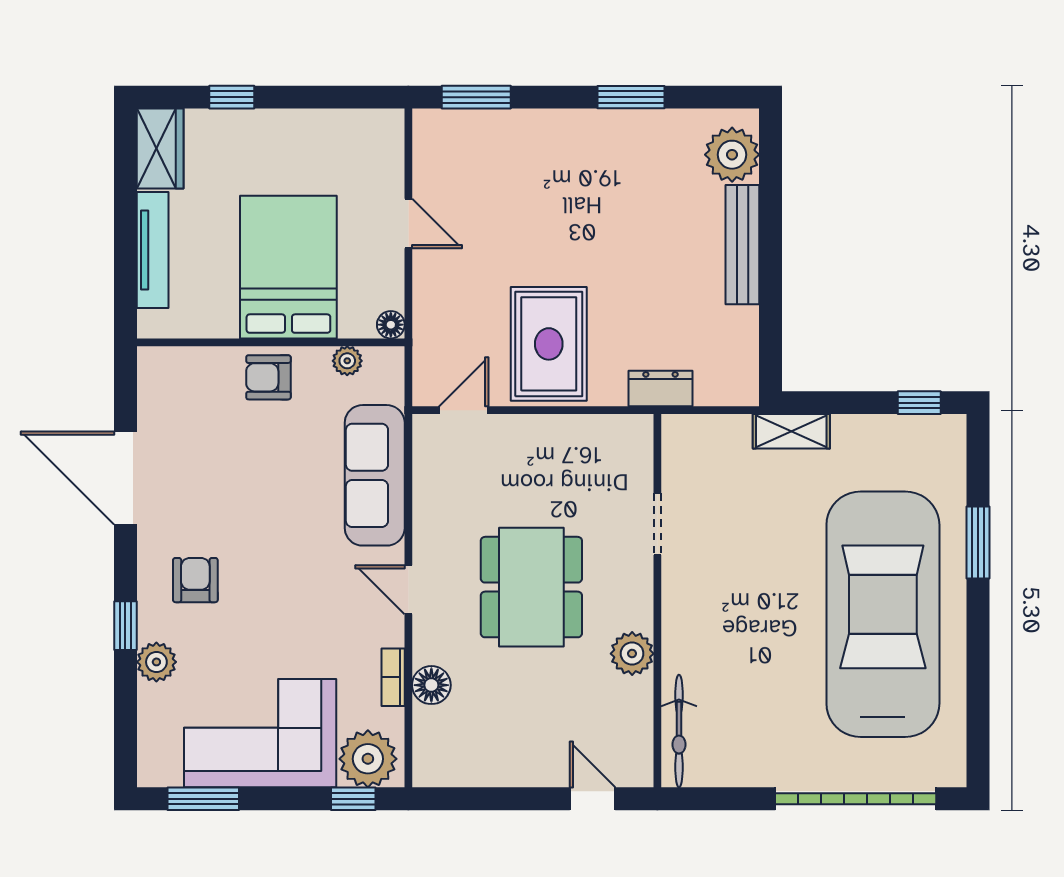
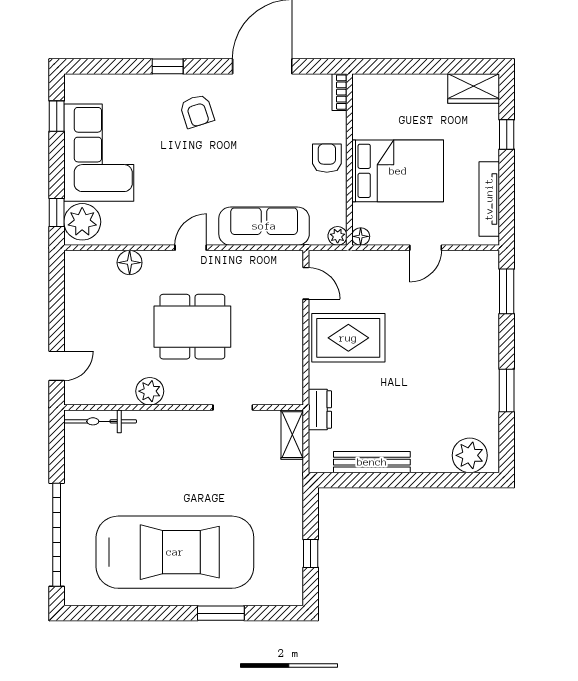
bench: (742, 245) -> (372, 462), moved
tv unit: (153, 250) -> (489, 199), moved, turned 90
plant: (347, 361) -> (338, 236), moved
window: (919, 403) -> (311, 554), moved
shelving: (791, 431) -> (292, 435), moved
armchair: (195, 580) -> (197, 111), turned 72
plant: (156, 662) -> (144, 86), removed
bookcase: (393, 677) -> (340, 92), moved, turned -90
window: (203, 799) -> (57, 116), width x0.67

